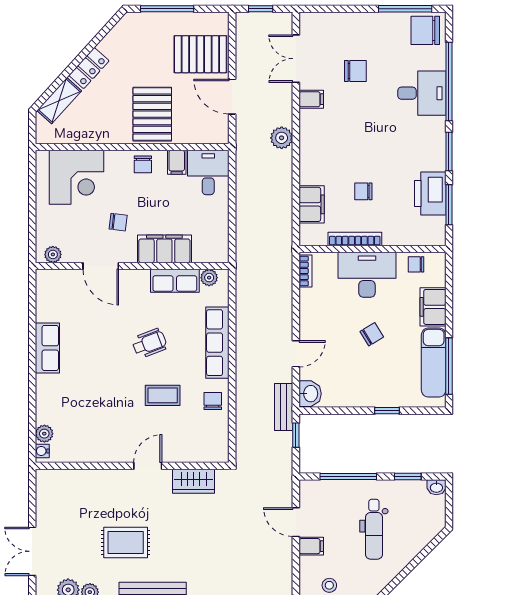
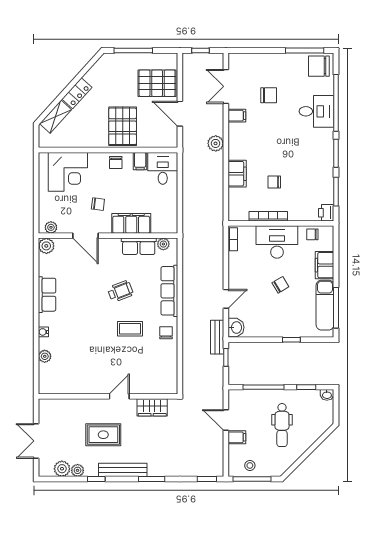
printer: (430, 194) -> (326, 213), moved, width x0.53, depth x0.68
filing cabinet: (312, 204) -> (237, 174), moved
plant: (46, 280) -> (46, 246), added
water cooler: (42, 451) -> (43, 332), moved
wall: (132, 466) -> (108, 396), moved
door: (148, 466) -> (119, 396), moved
wardrobe: (194, 481) -> (152, 407), moved

